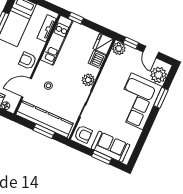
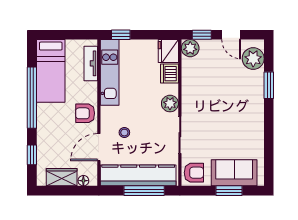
corner sofa: (137, 101) -> (241, 103), removed
window: (44, 131) -> (144, 191), width x1.44

